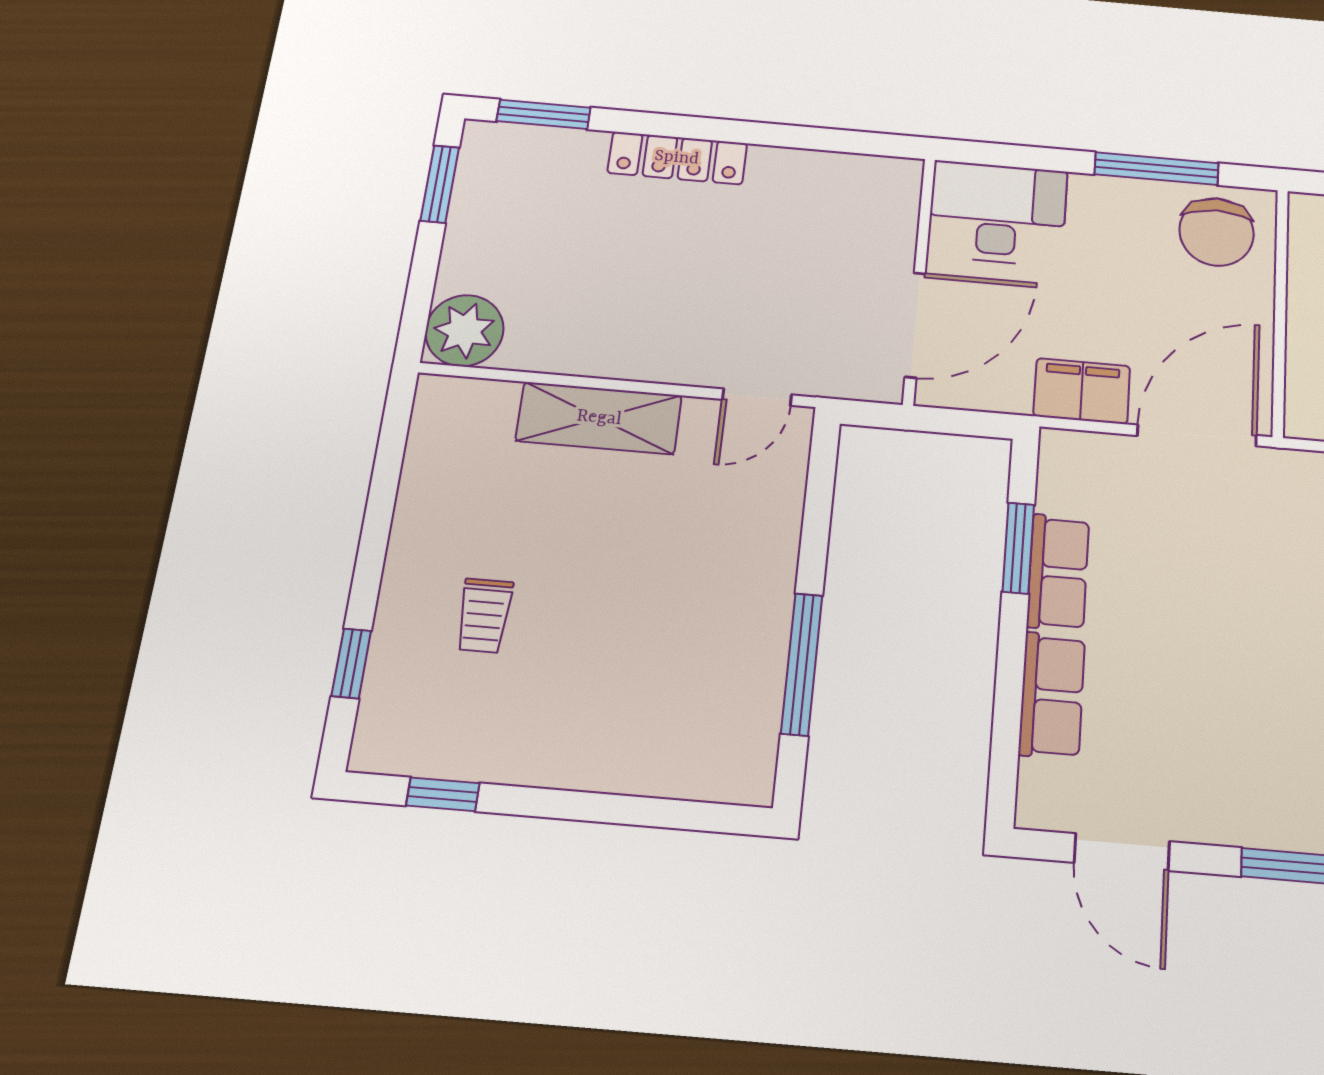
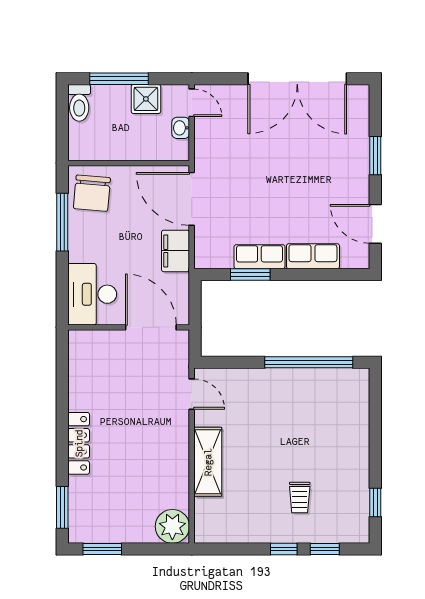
chair: (1217, 232) -> (92, 193), turned 95
window: (369, 568) -> (284, 549), added
trolley: (484, 616) -> (300, 497), turned 90
window: (802, 664) -> (309, 362), width x1.46
door: (1122, 852) -> (375, 224), swing flipped

